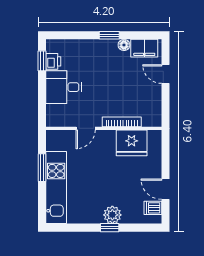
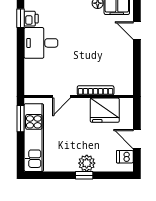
bookcase: (122, 122) -> (96, 90), moved
door: (86, 128) -> (61, 96), moved
wall: (104, 128) -> (79, 96), moved
fridge: (132, 143) -> (105, 110), moved

